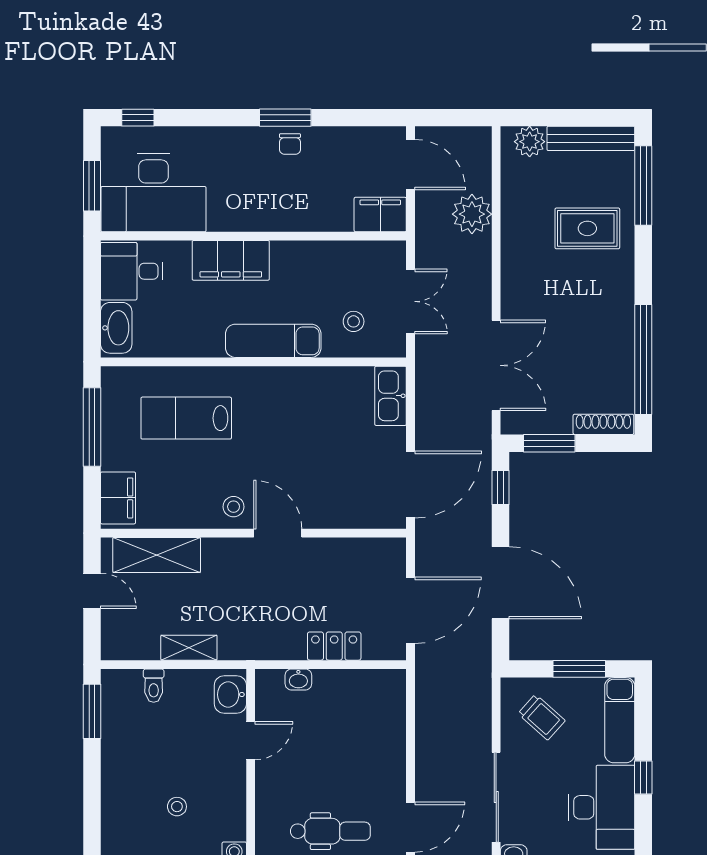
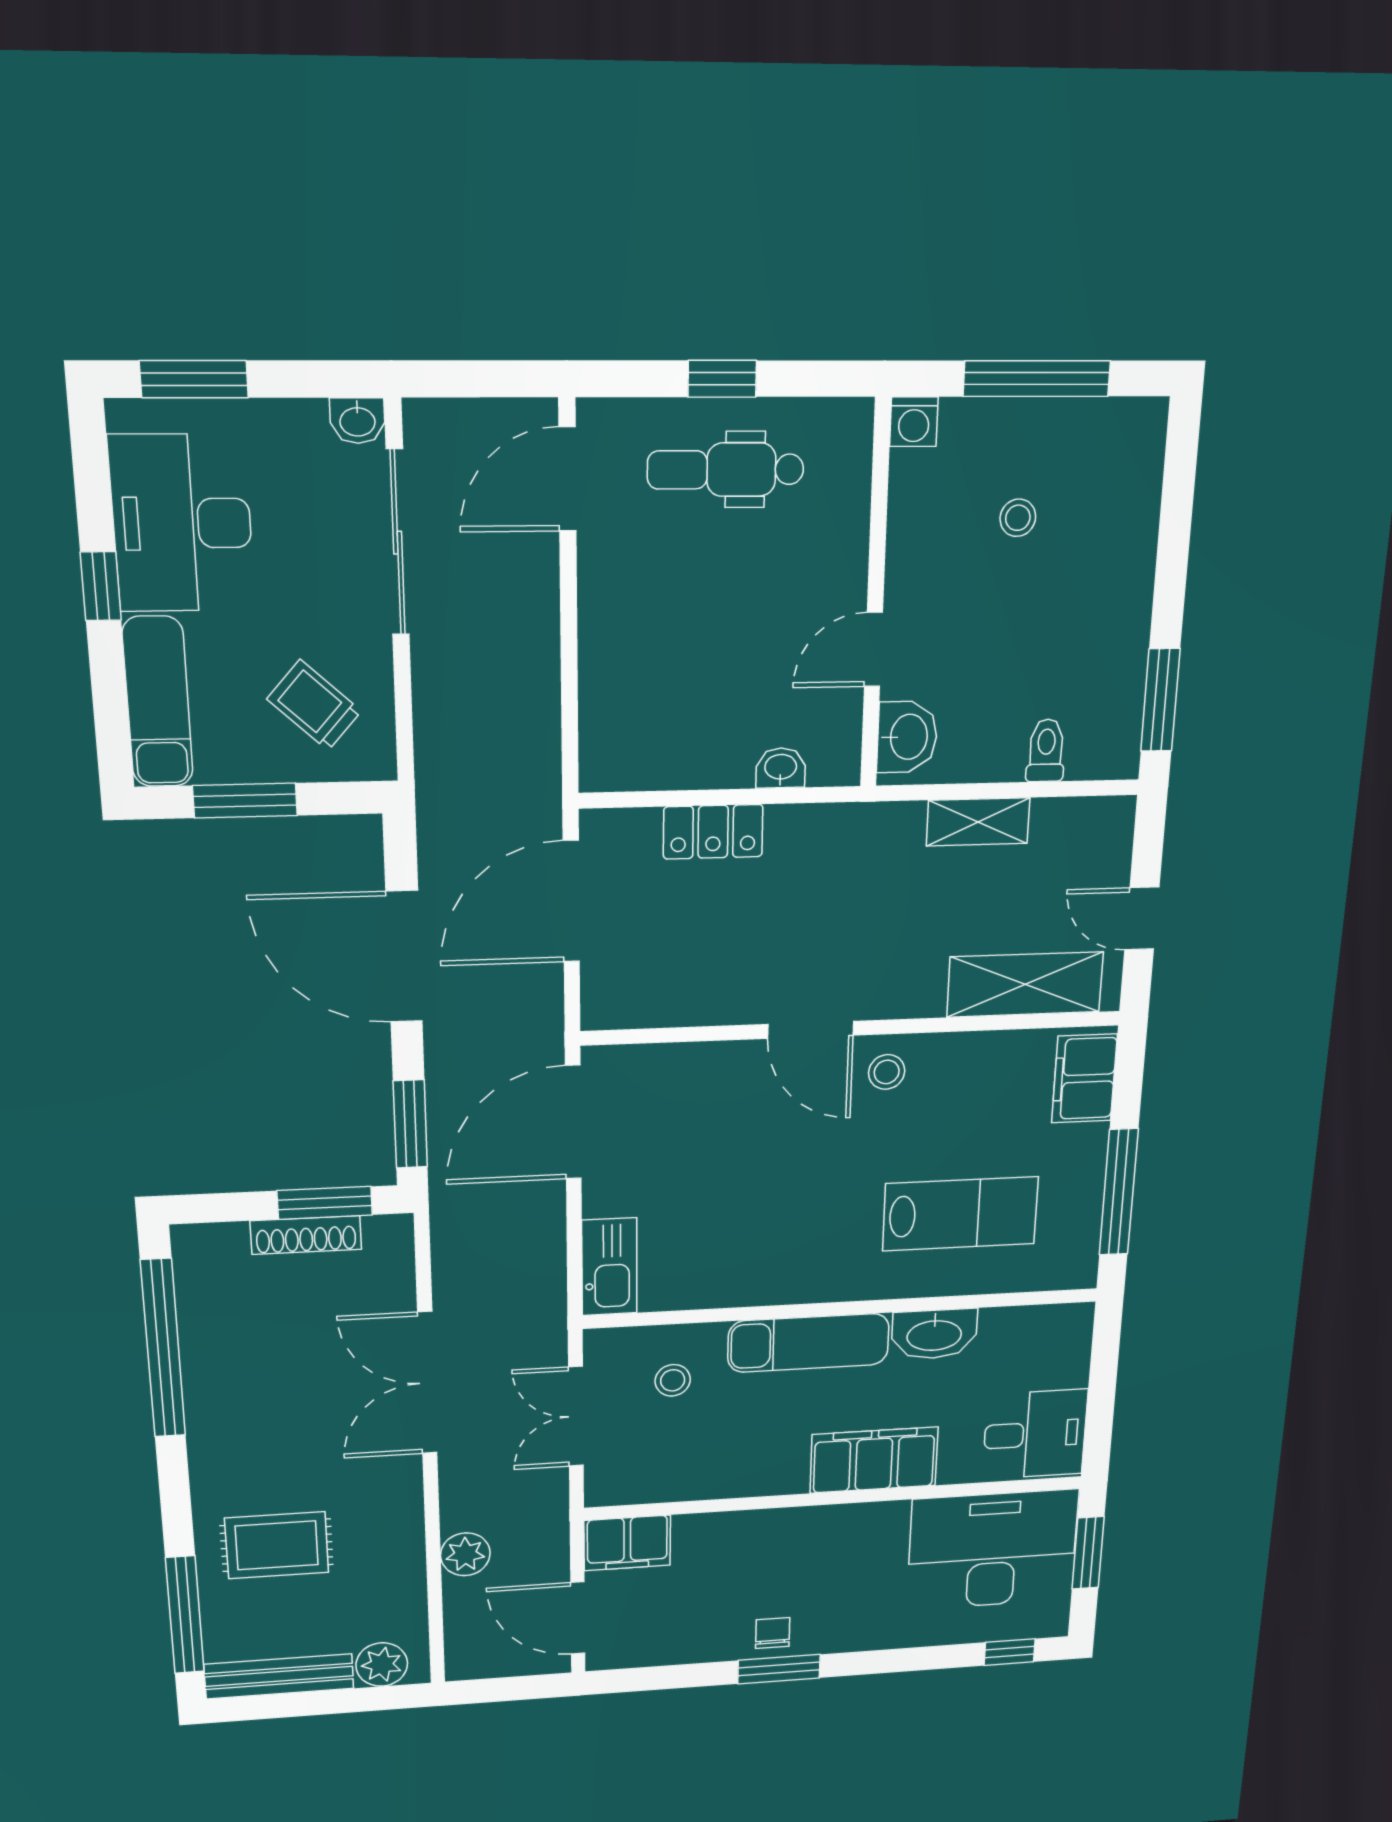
plant: (472, 214) -> (465, 1554), width x0.73, depth x0.73
washbasin: (116, 328) -> (934, 1334), moved, turned -90
double door: (496, 365) -> (427, 1383), moved
shoe rack: (603, 424) -> (306, 1235), moved
window: (500, 487) -> (410, 1124), width x1.50

